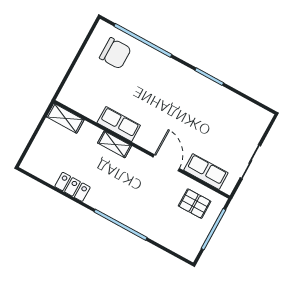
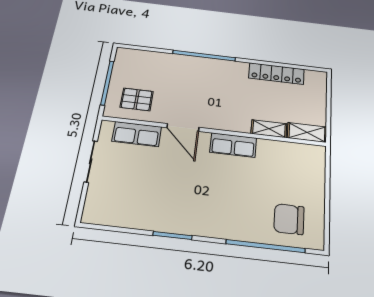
row of seats: (119, 124) -> (233, 145), moved
shelving: (115, 144) -> (269, 129), moved
locker: (72, 187) -> (276, 74), width x1.53

